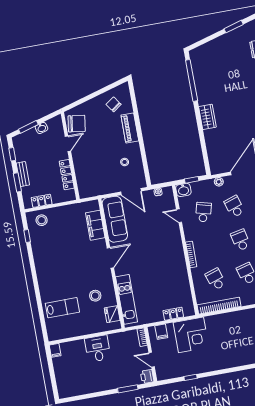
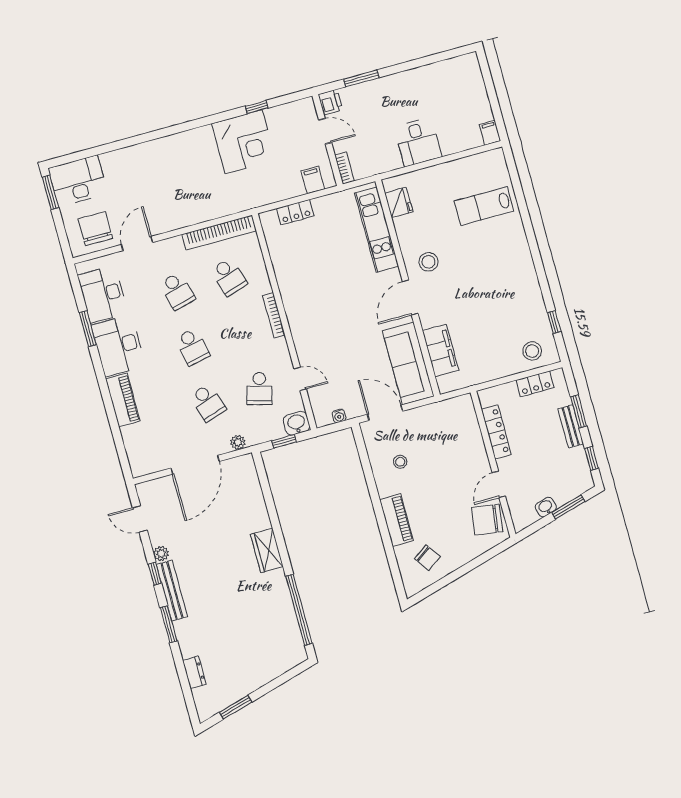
stool: (95, 296) -> (428, 262), moved
corner desk: (191, 335) -> (244, 142), moved, turned 180

